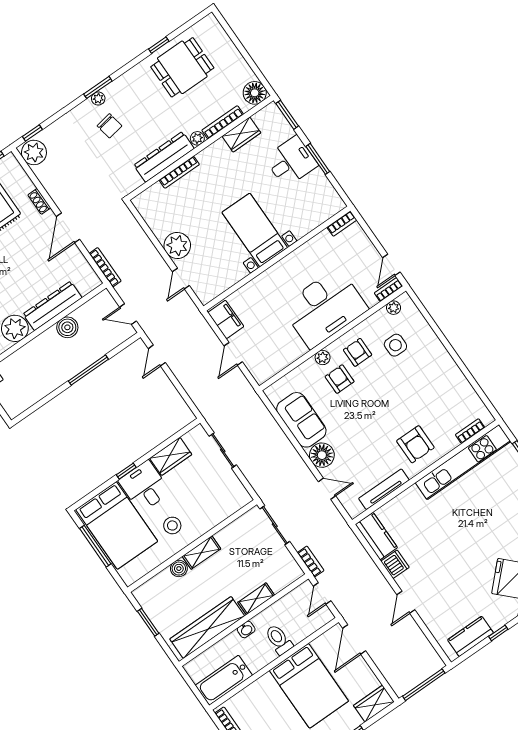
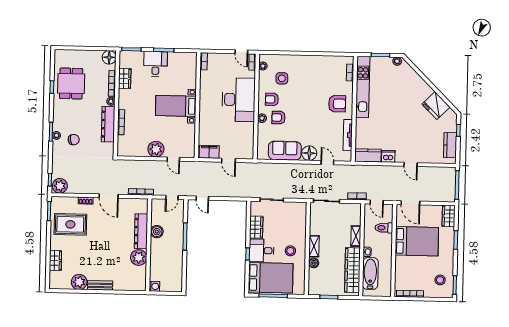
door: (327, 489) -> (327, 163), hinge flipped
toilet: (279, 640) -> (384, 228), moved
bathtub: (224, 680) -> (370, 273), moved, turned 180

